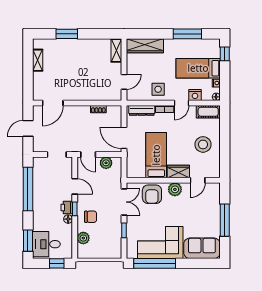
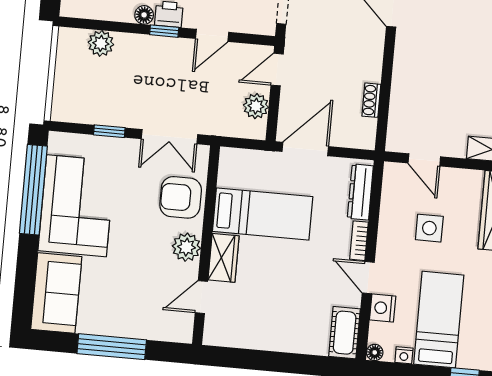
side table: (158, 89) -> (429, 228), moved
stool: (203, 144) -> (276, 315), removed
door: (198, 180) -> (201, 297), hinge flipped
chair: (91, 217) -> (145, 63), removed

